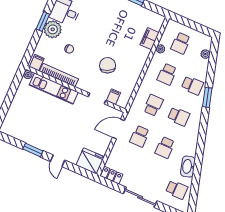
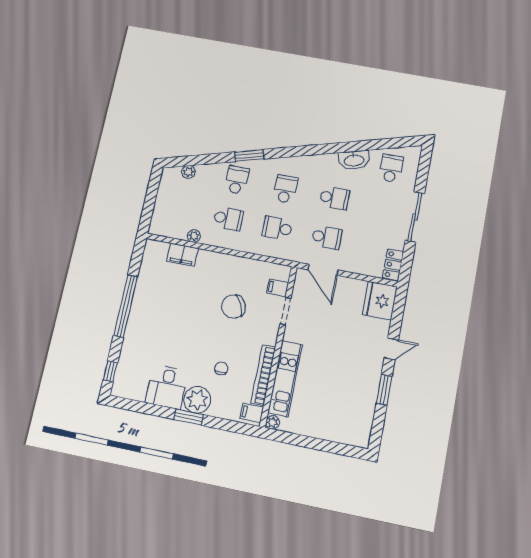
school desk: (181, 43) -> (180, 210), removed

